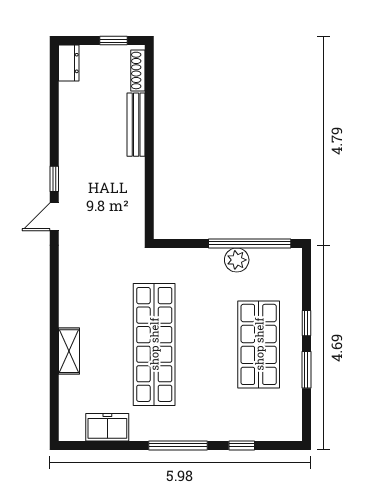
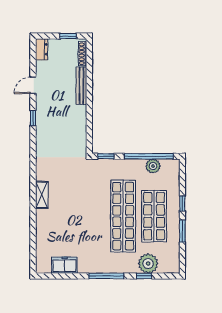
door: (54, 217) -> (33, 85), moved
window: (177, 243) -> (106, 156), added
plant: (237, 260) -> (153, 166), moved
shop shelf: (154, 344) -> (123, 216), moved
shelving: (69, 351) -> (42, 195), moved
plant: (249, 425) -> (148, 264), added

